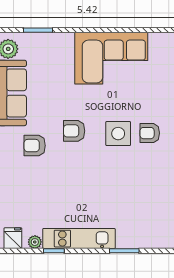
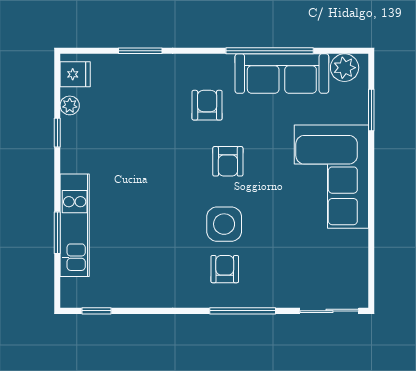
corner sofa: (111, 58) -> (331, 177), moved
armchair: (74, 131) -> (228, 161), turned 180
kitchen unit: (79, 239) -> (75, 225), moved

